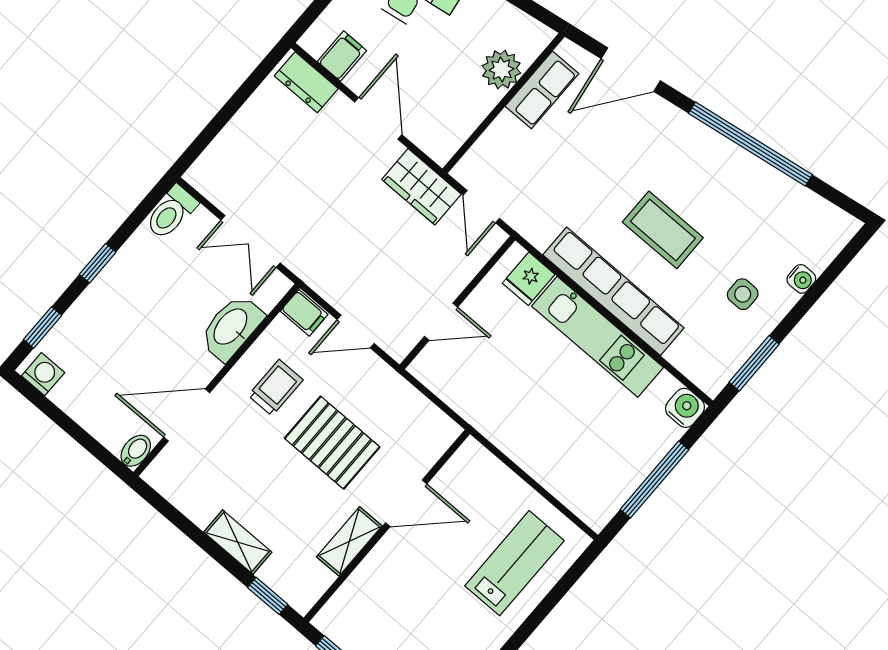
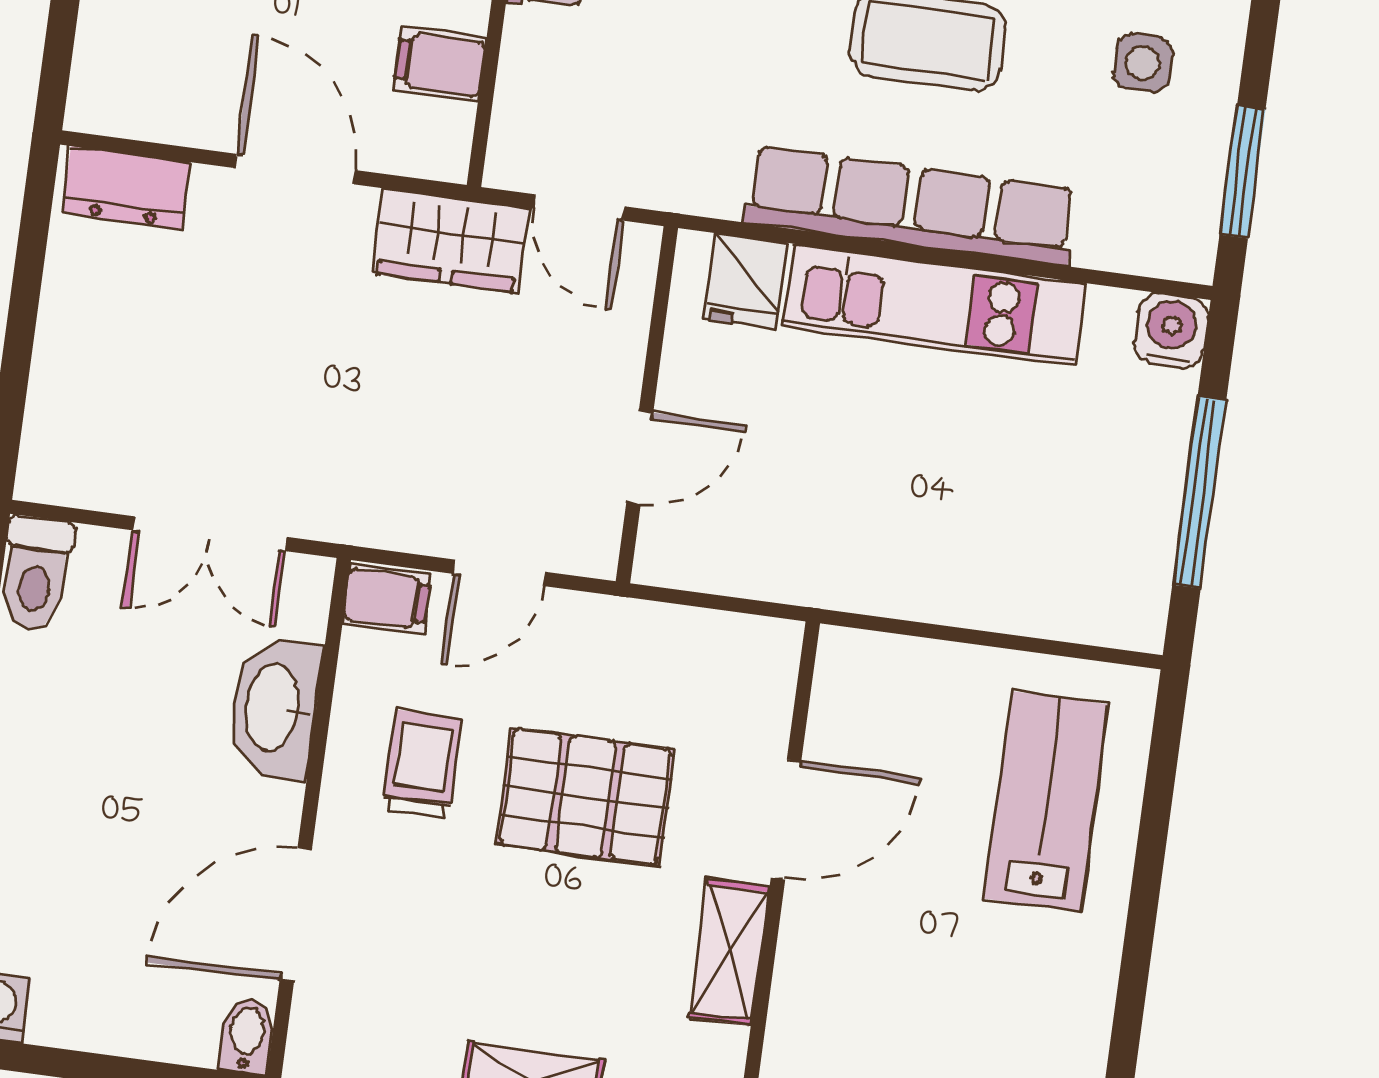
filing cabinet: (342, 56) -> (440, 64), moved, turned -90

